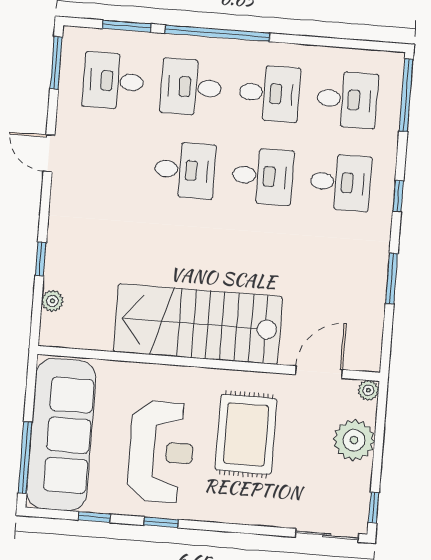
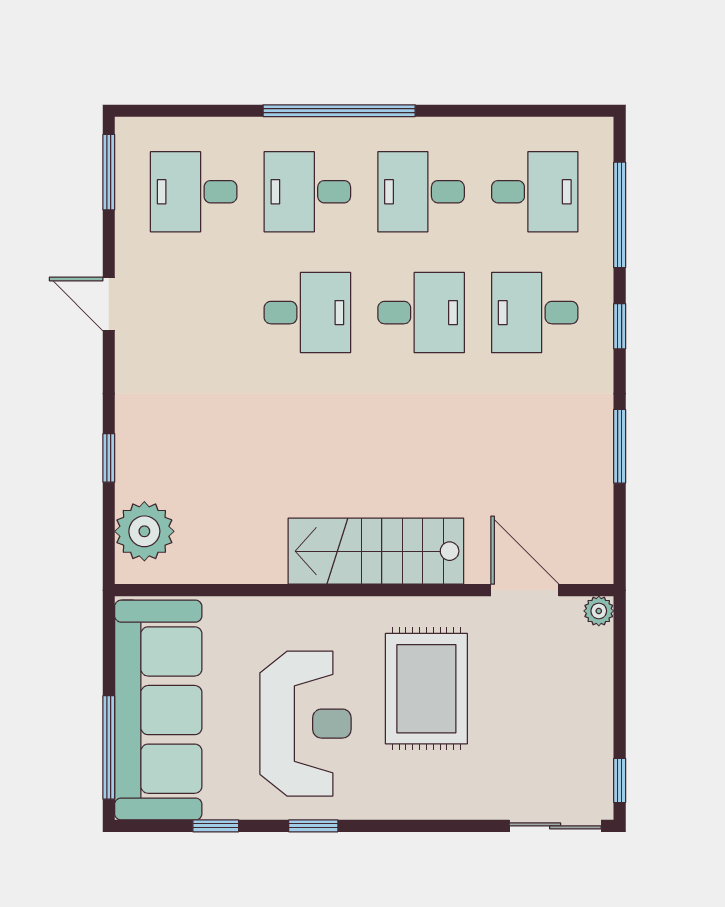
window: (127, 26) -> (207, 111), removed
desk: (269, 93) -> (421, 192), turned 180
window: (406, 95) -> (620, 215), moved
desk: (341, 182) -> (535, 313), turned 180
plant: (52, 301) -> (144, 531), width x1.87, depth x1.87
stairs: (198, 324) -> (376, 551), width x0.73, depth x0.66
door: (319, 372) -> (525, 590), hinge flipped
plant: (354, 440) -> (583, 685), removed

